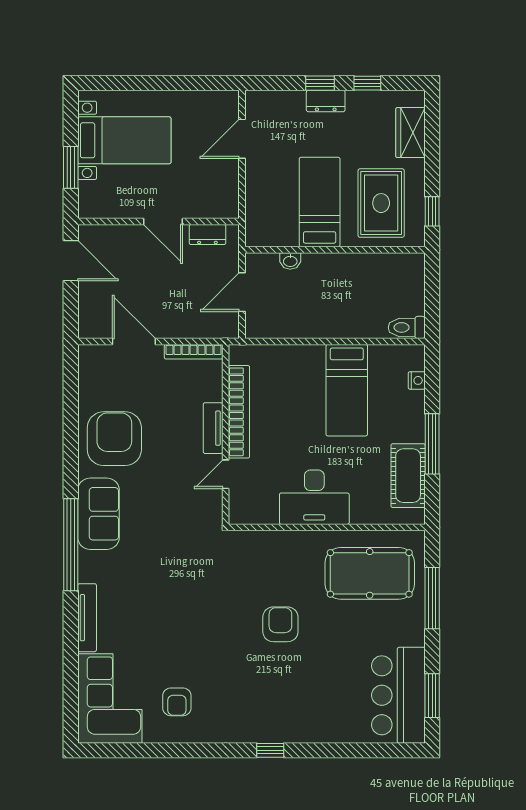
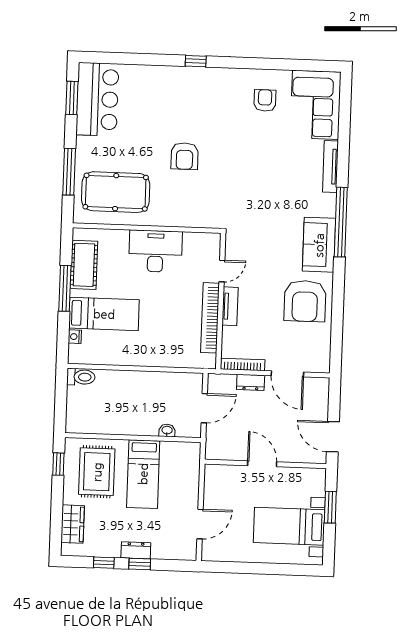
dresser: (207, 234) -> (251, 382), moved, turned 180
bed: (347, 390) -> (104, 314), moved, turned 90

